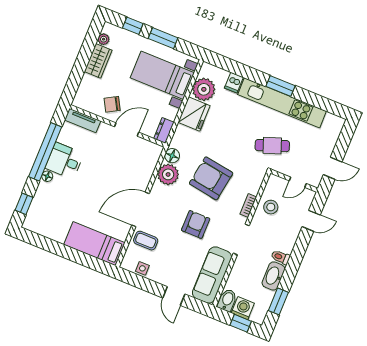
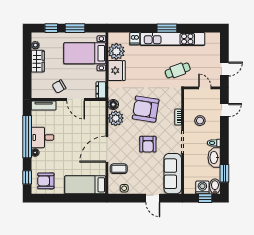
door: (127, 130) -> (76, 99), swing flipped
door: (298, 182) -> (205, 88), swing flipped
stool: (271, 207) -> (200, 121), moved
armchair: (46, 218) -> (46, 181), added
armchair: (196, 224) -> (148, 144), turned 180
bidet: (227, 300) -> (215, 186), moved

